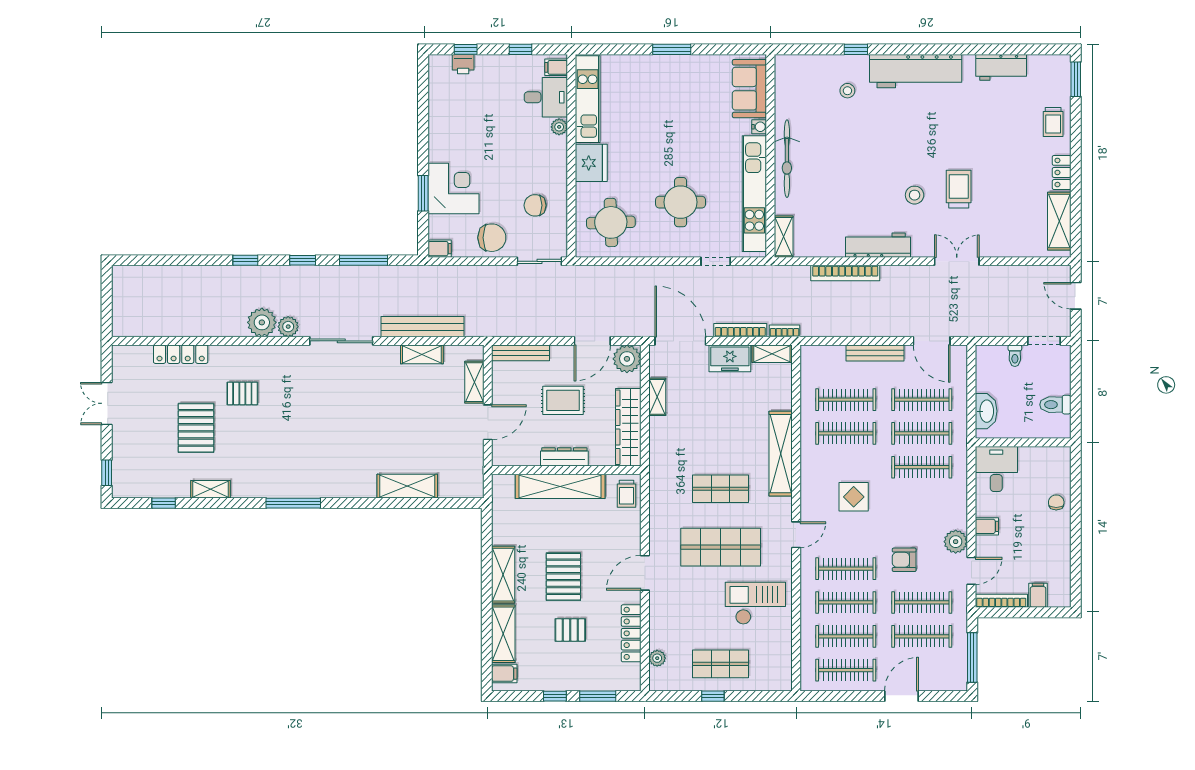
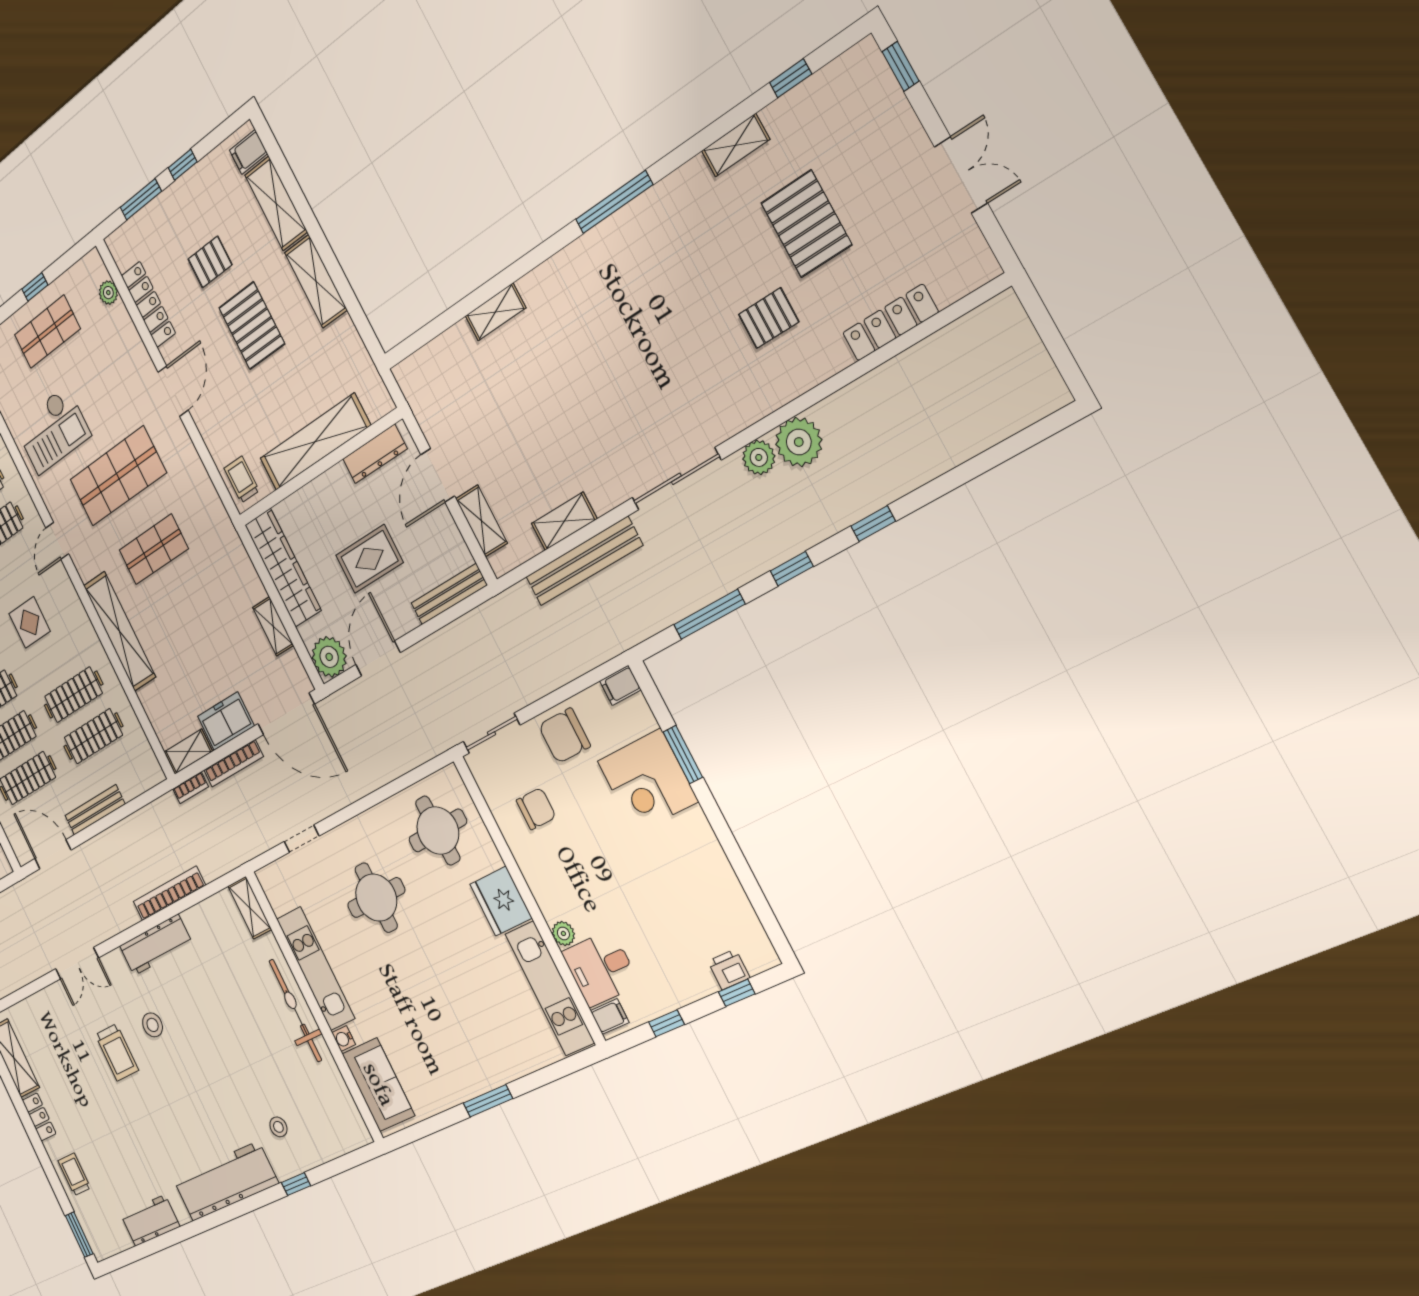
kitchen unit: (754, 194) -> (316, 969), width x0.73
dresser: (564, 457) -> (375, 454), moved
shelving: (407, 486) -> (496, 312), width x0.67, depth x0.75

